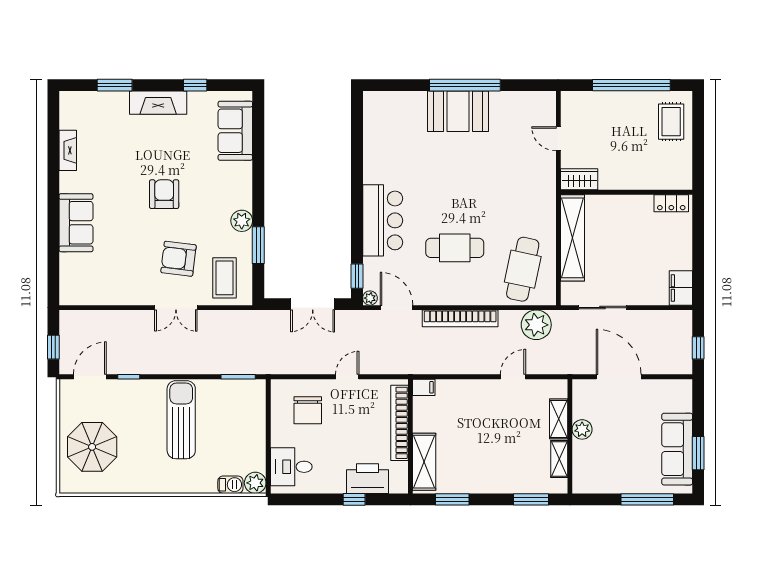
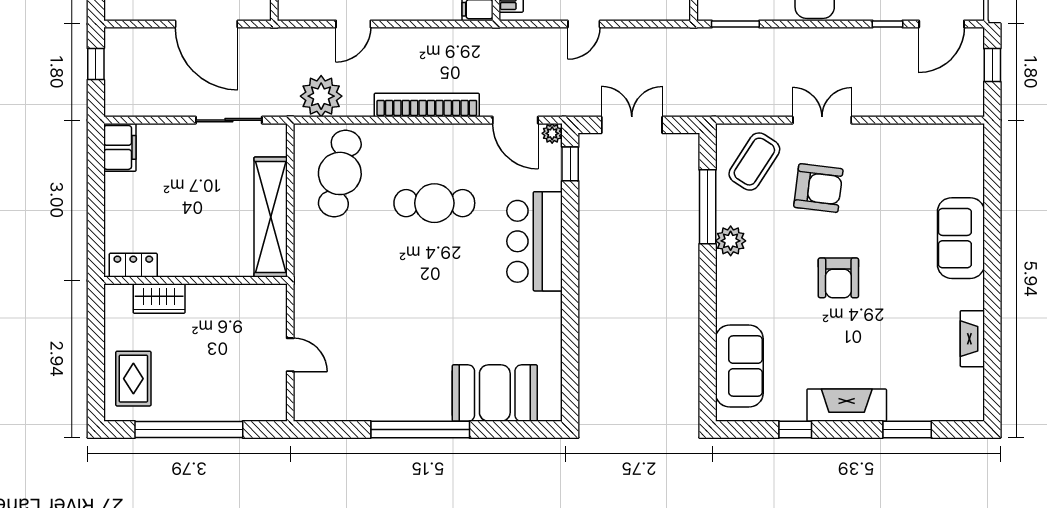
booth: (458, 111) -> (495, 393), moved
wardrobe: (579, 179) -> (159, 299), moved
window: (258, 245) -> (708, 207), width x1.44
coffee table: (225, 278) -> (754, 162), turned 33

